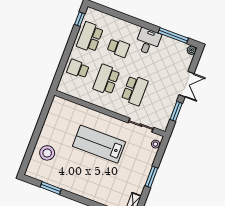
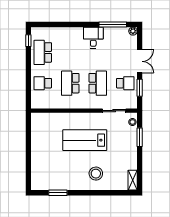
school desk: (118, 48) -> (125, 83), moved
stool: (47, 153) -> (96, 174), moved
window: (151, 177) -> (140, 137), moved

